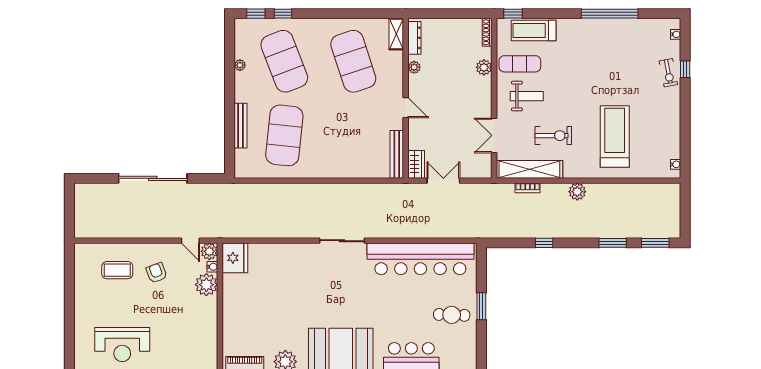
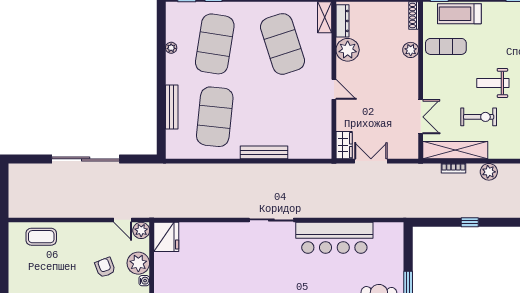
exercise mat: (284, 61) -> (215, 44), turned 30
plant: (414, 67) -> (348, 50), width x1.88, depth x1.88
weight bench: (527, 96) -> (493, 83), moved, turned 180
double door: (494, 135) -> (421, 117), swing flipped
bench: (397, 154) -> (264, 152), moved, turned 90
plant: (577, 192) -> (489, 172), moved
bar counter: (420, 259) -> (334, 238), width x0.73
water cooler: (212, 267) -> (144, 281), moved
coffee table: (117, 270) -> (41, 237), moved
armchair: (157, 273) -> (105, 267), moved

